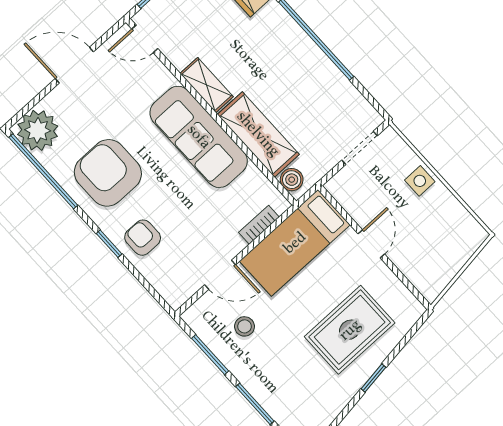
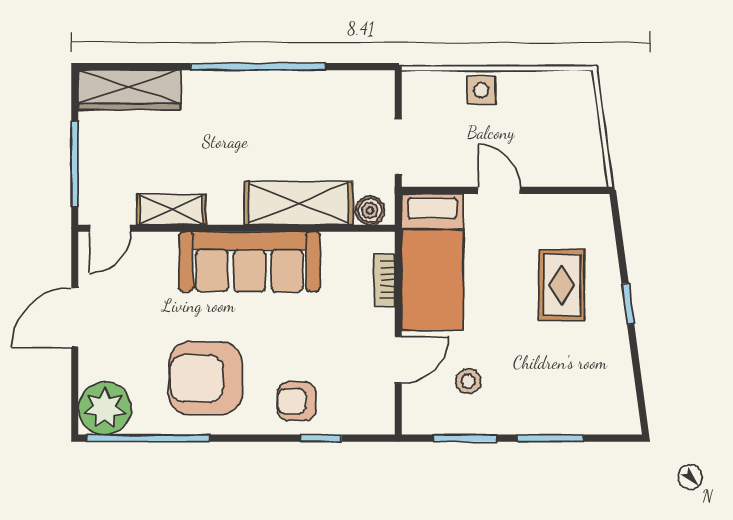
shelving: (207, 85) -> (171, 210), moved
doorway: (360, 148) -> (398, 147), moved
window: (109, 244) -> (321, 438), moved
rug: (350, 330) -> (562, 285), width x0.73, depth x0.70

